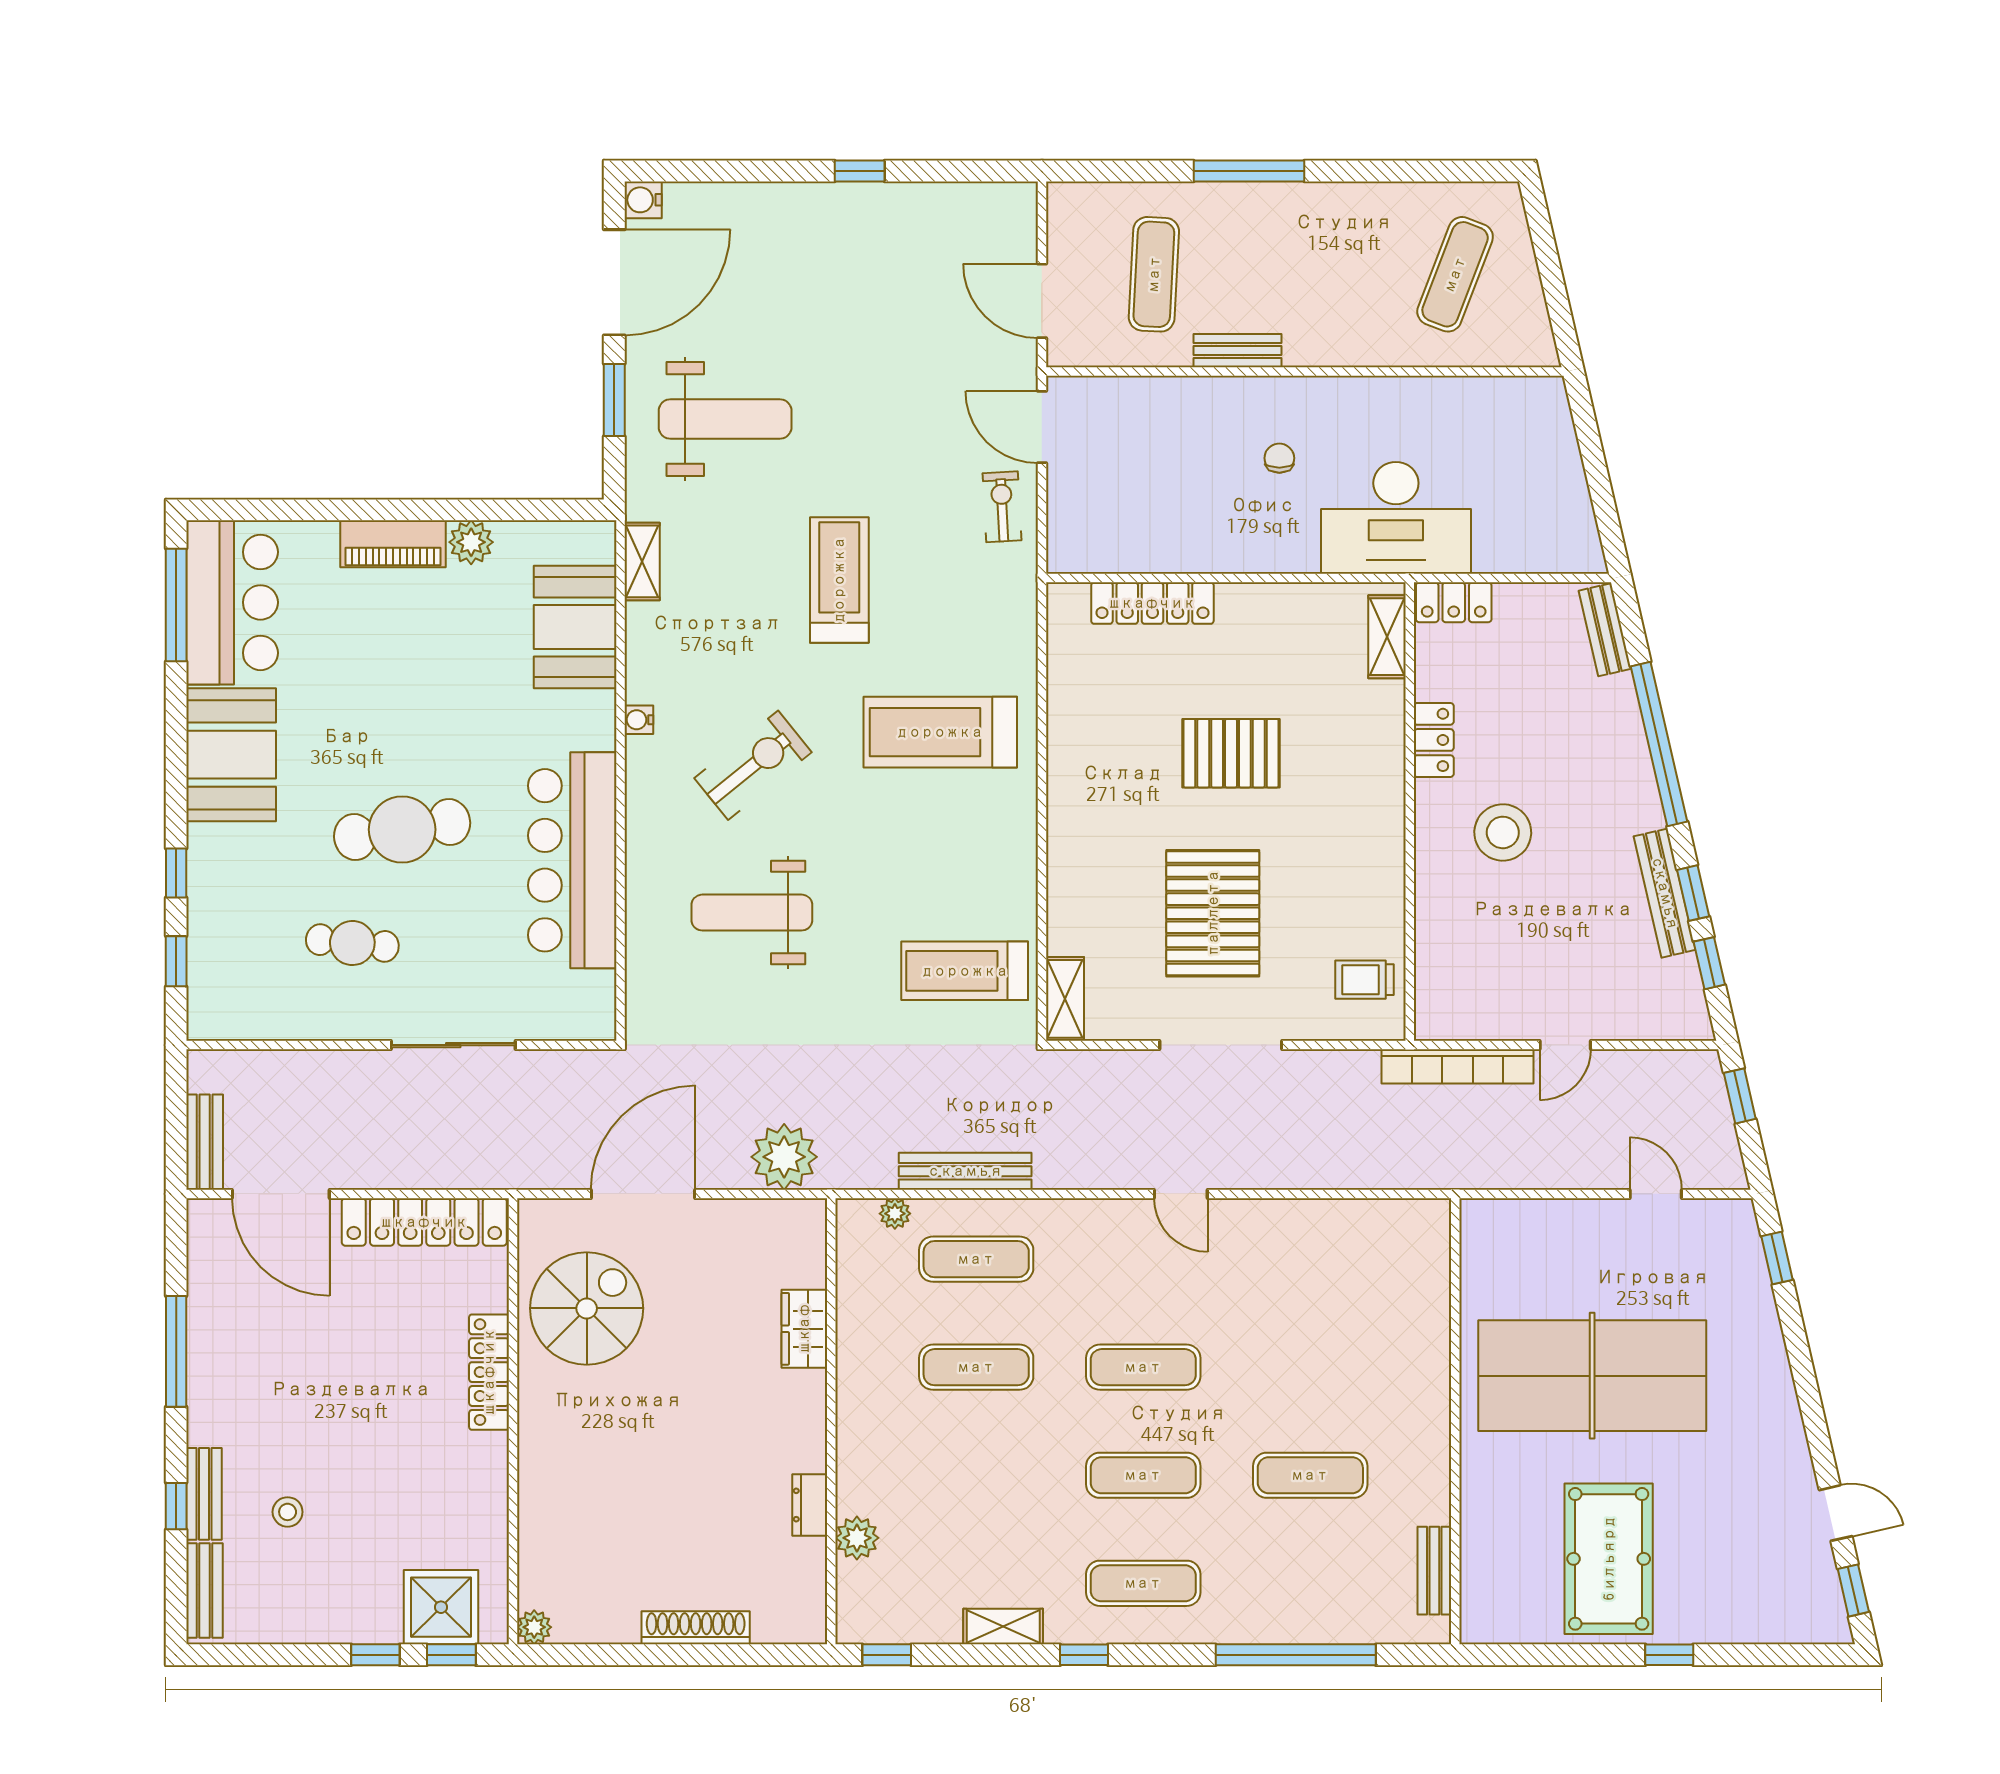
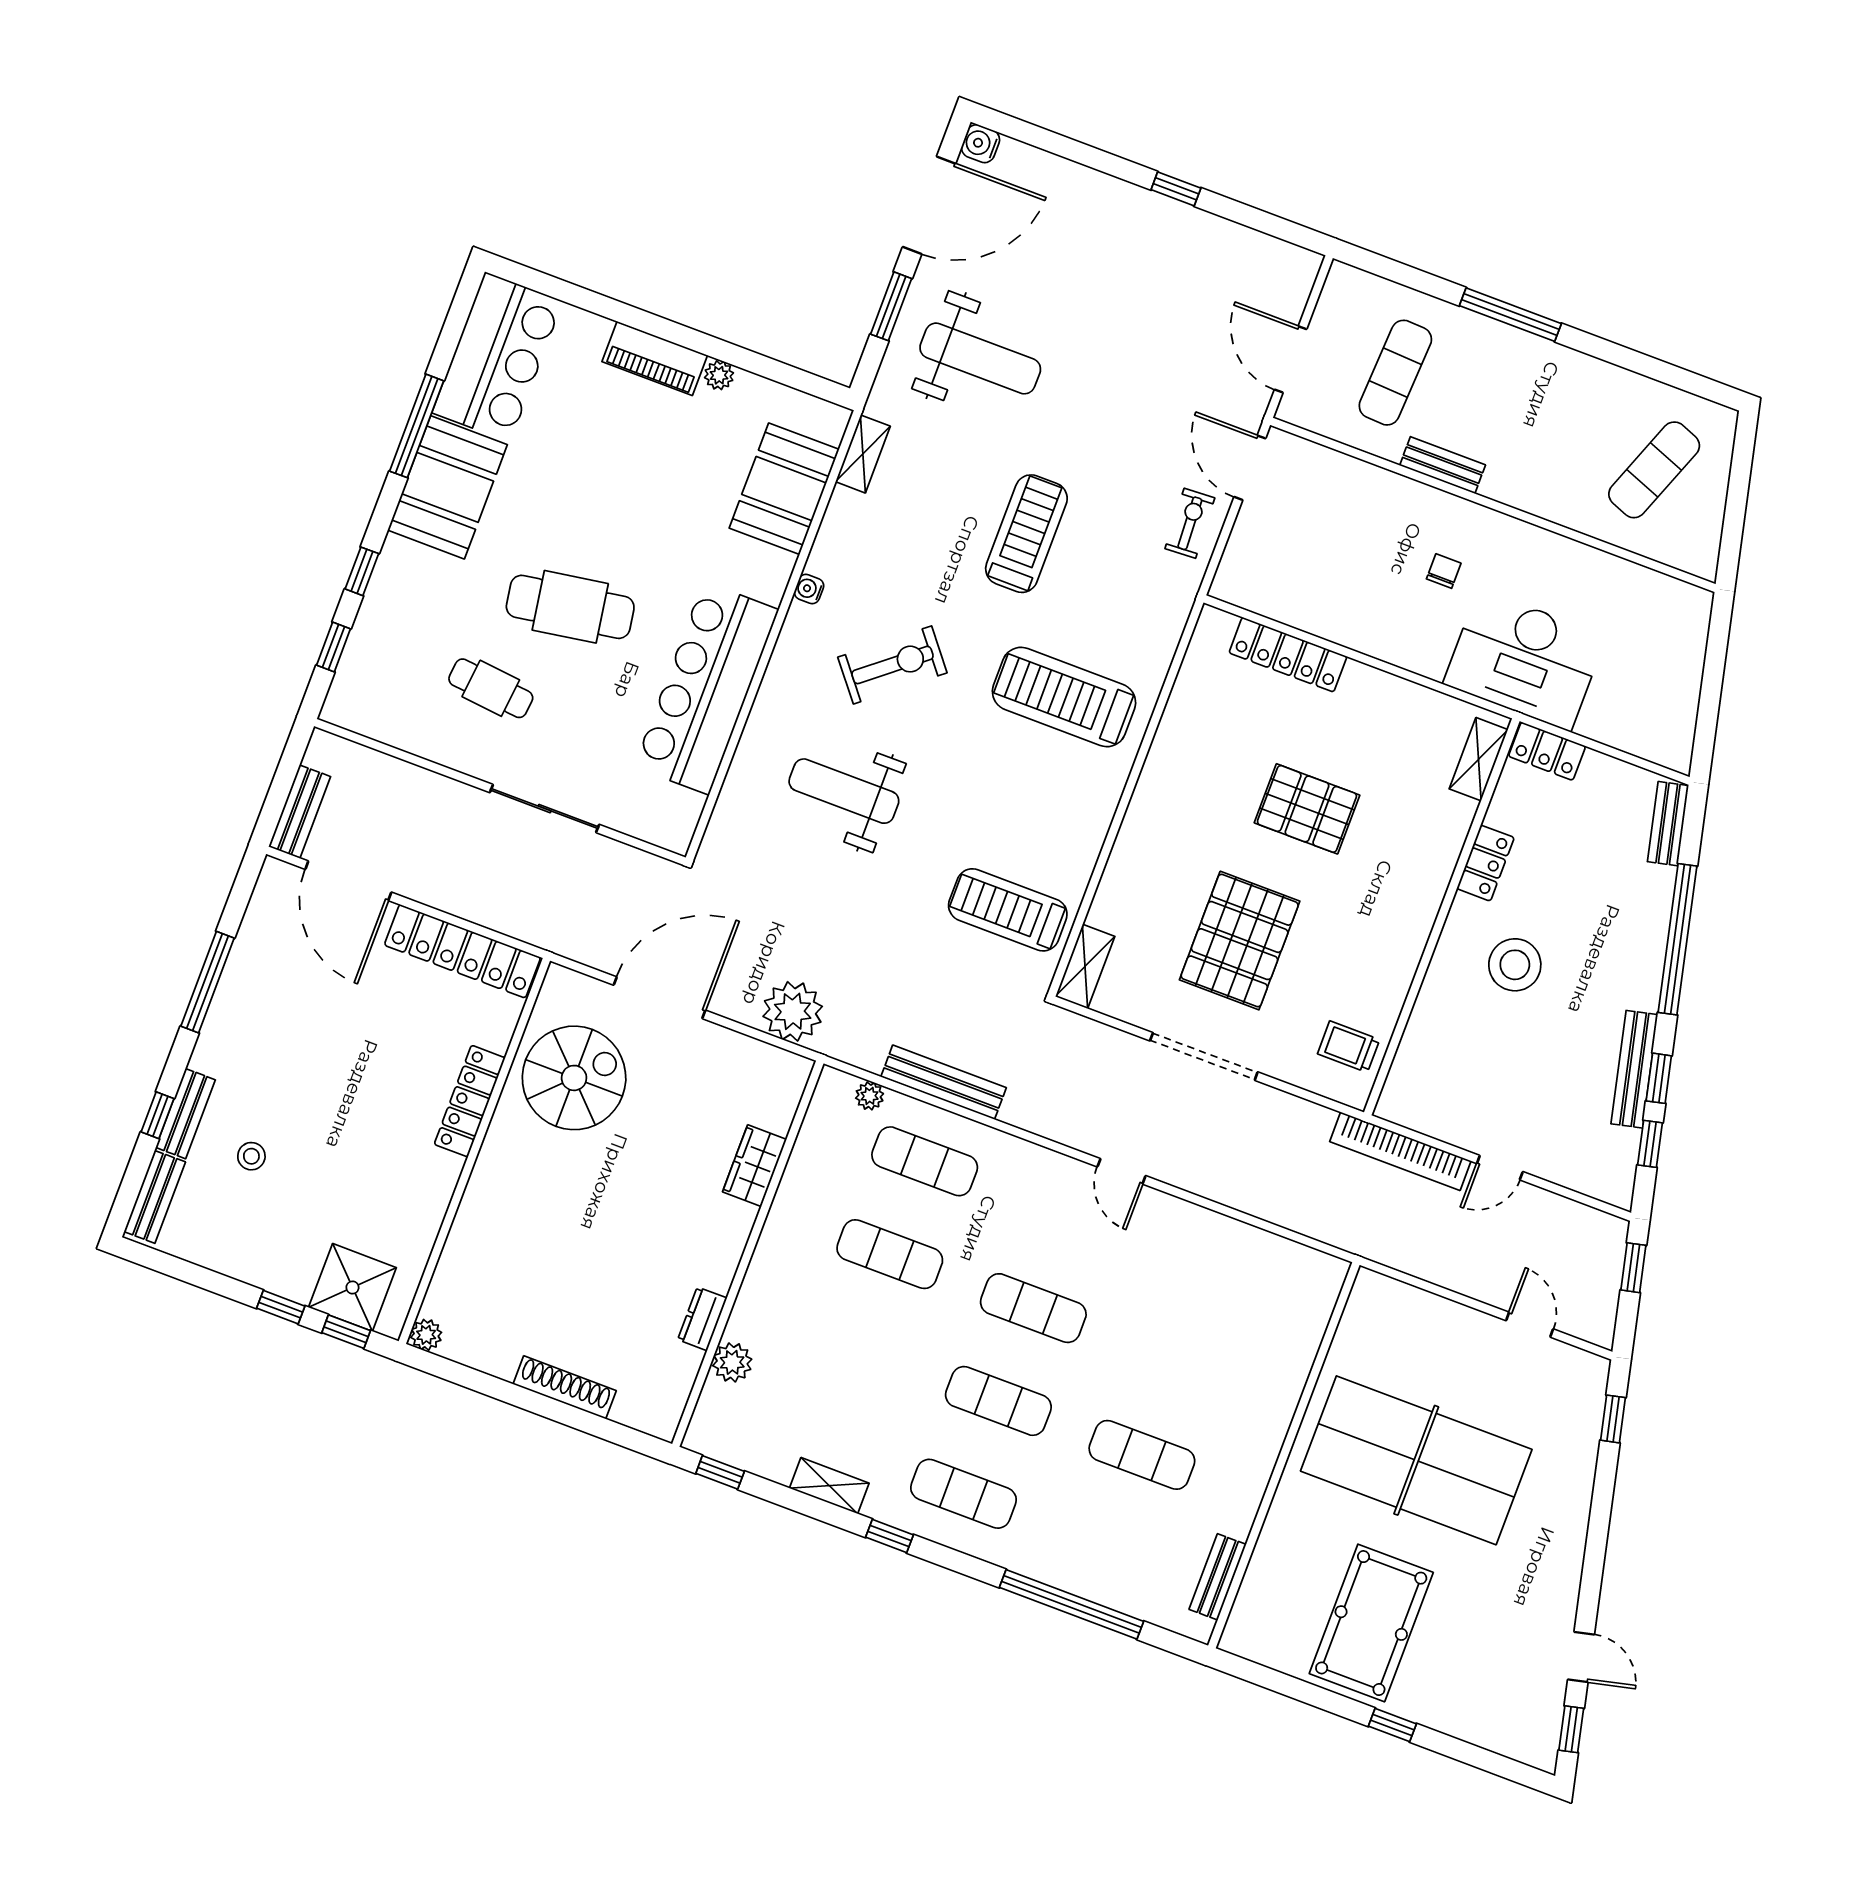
plant: (471, 542) -> (719, 375), width x0.73, depth x0.73
window: (176, 605) -> (417, 426), moved

